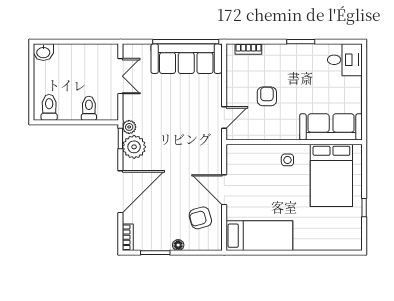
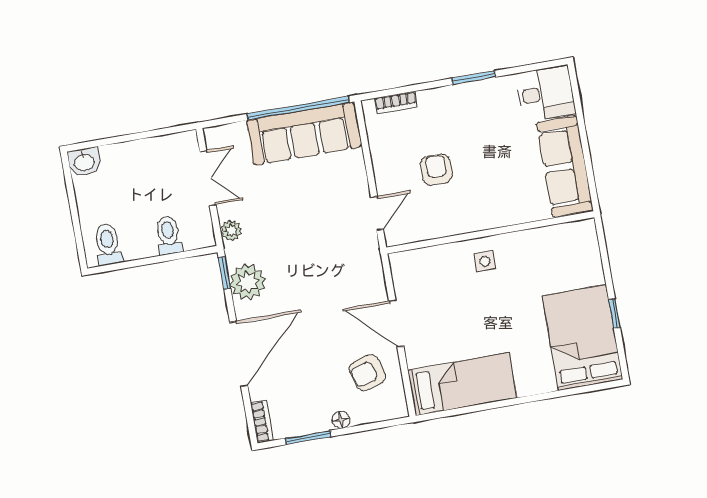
plant: (129, 127) -> (231, 230), moved
sofa: (331, 127) -> (565, 166), moved, turned -90
bed: (331, 175) -> (582, 338), moved, turned 180

